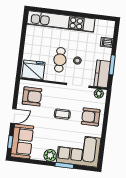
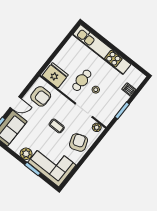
kitchen counter: (102, 74) -> (109, 113), removed
armchair: (91, 117) -> (79, 142), turned 70

